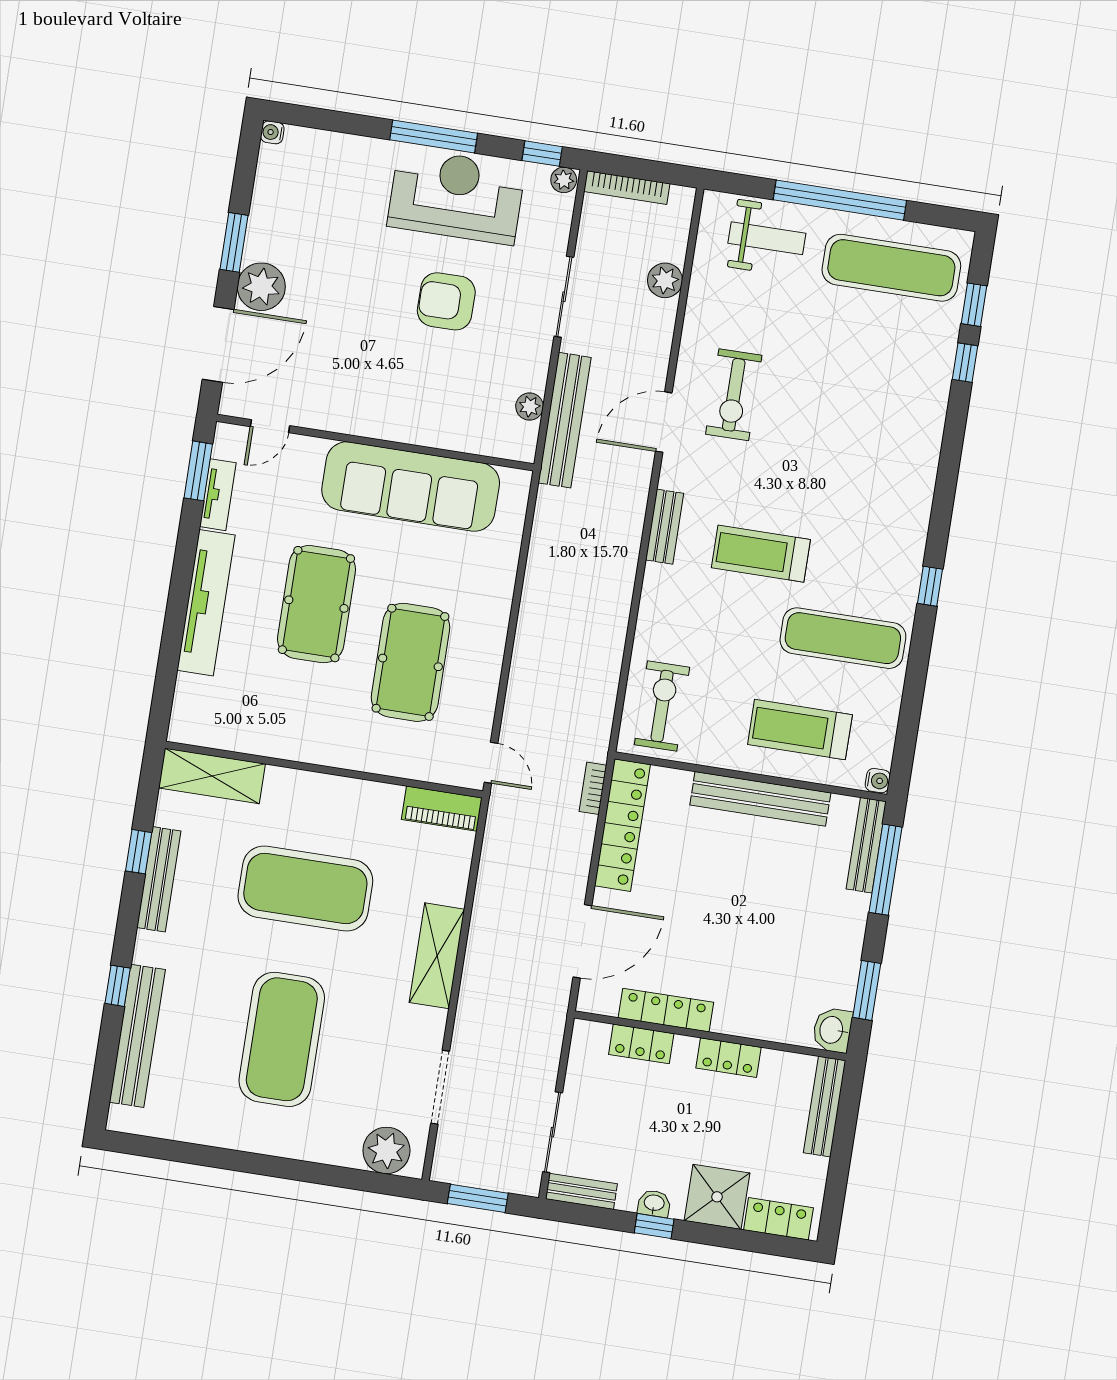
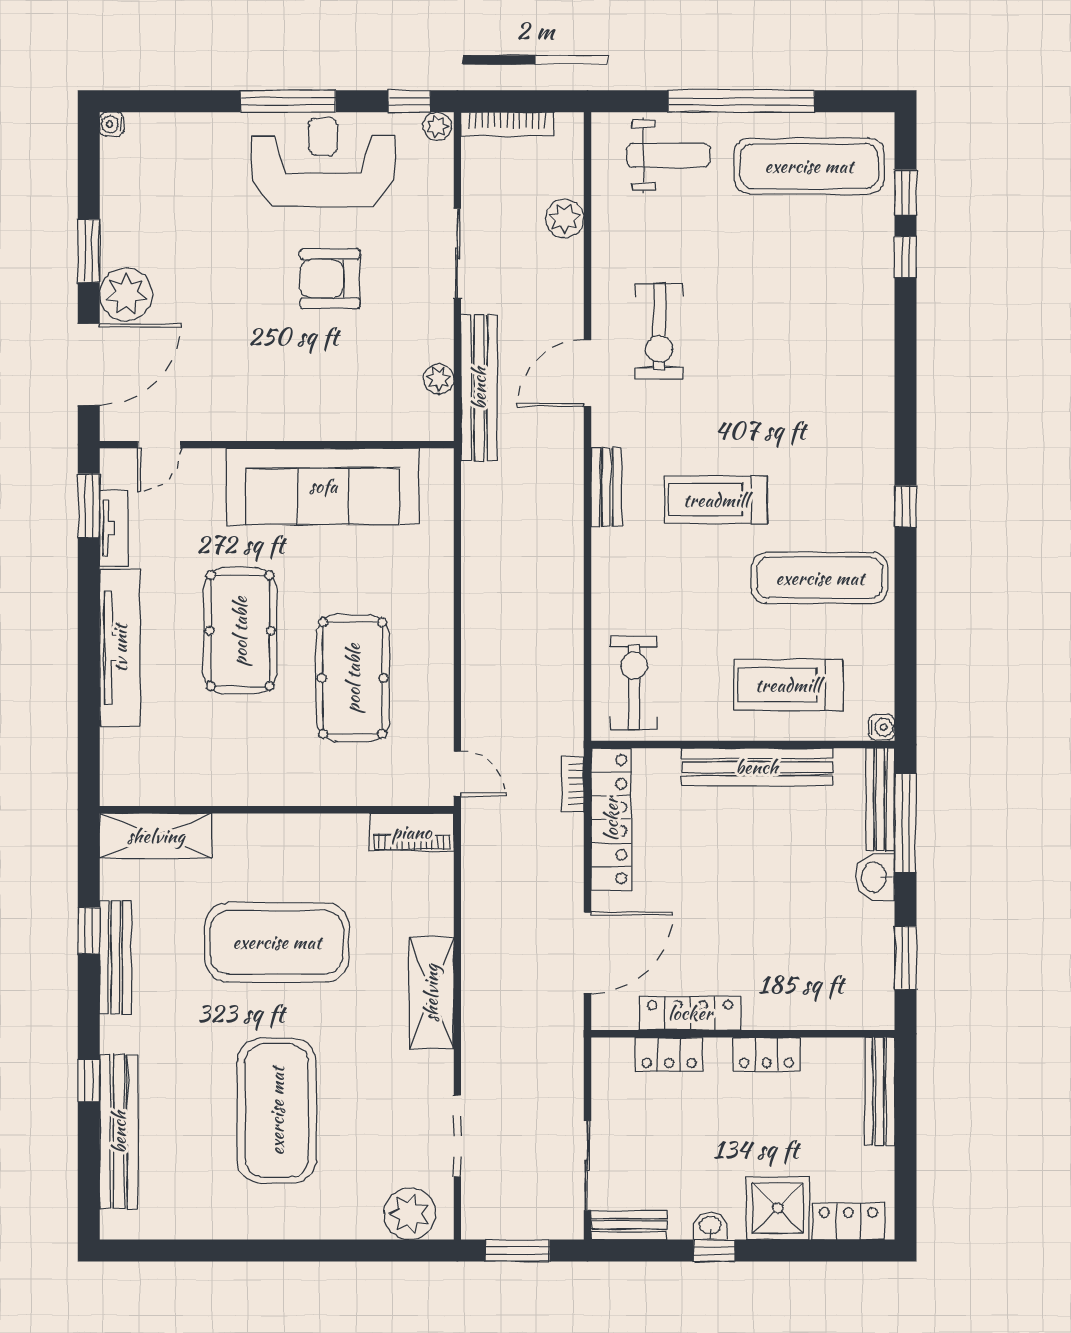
washbasin: (832, 1030) -> (875, 877), moved

